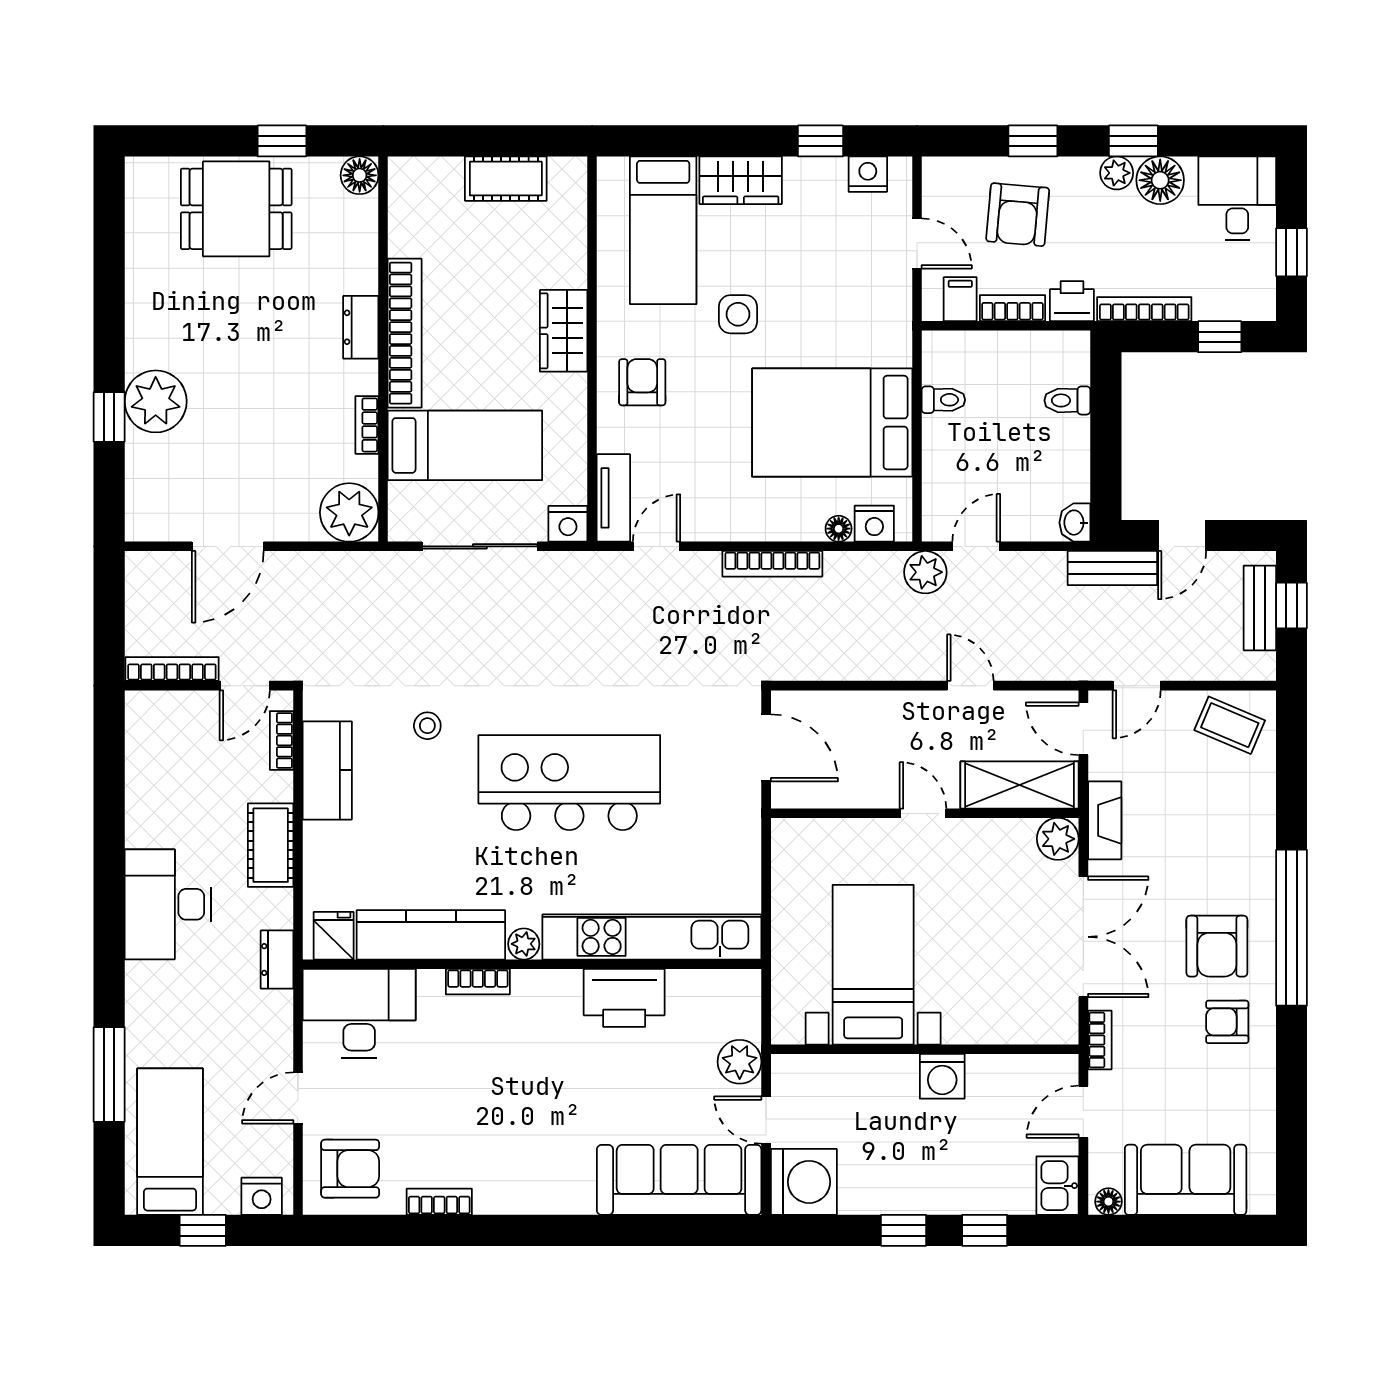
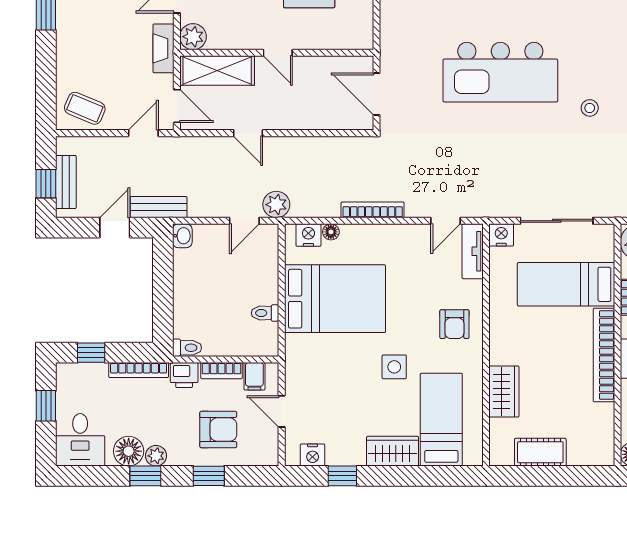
armchair: (1018, 215) -> (218, 430), turned 85
wardrobe: (564, 331) -> (504, 392), moved
toilet: (1067, 400) -> (187, 348), moved

